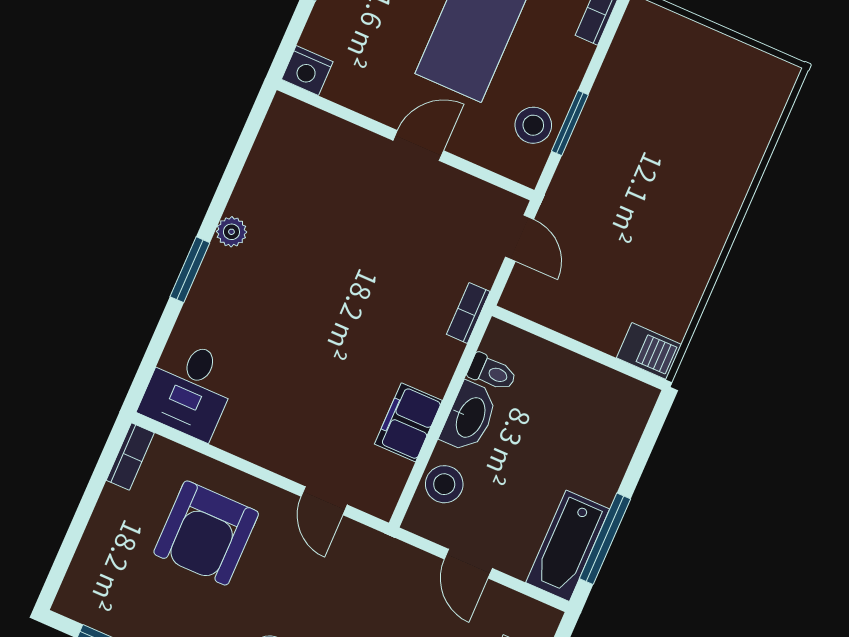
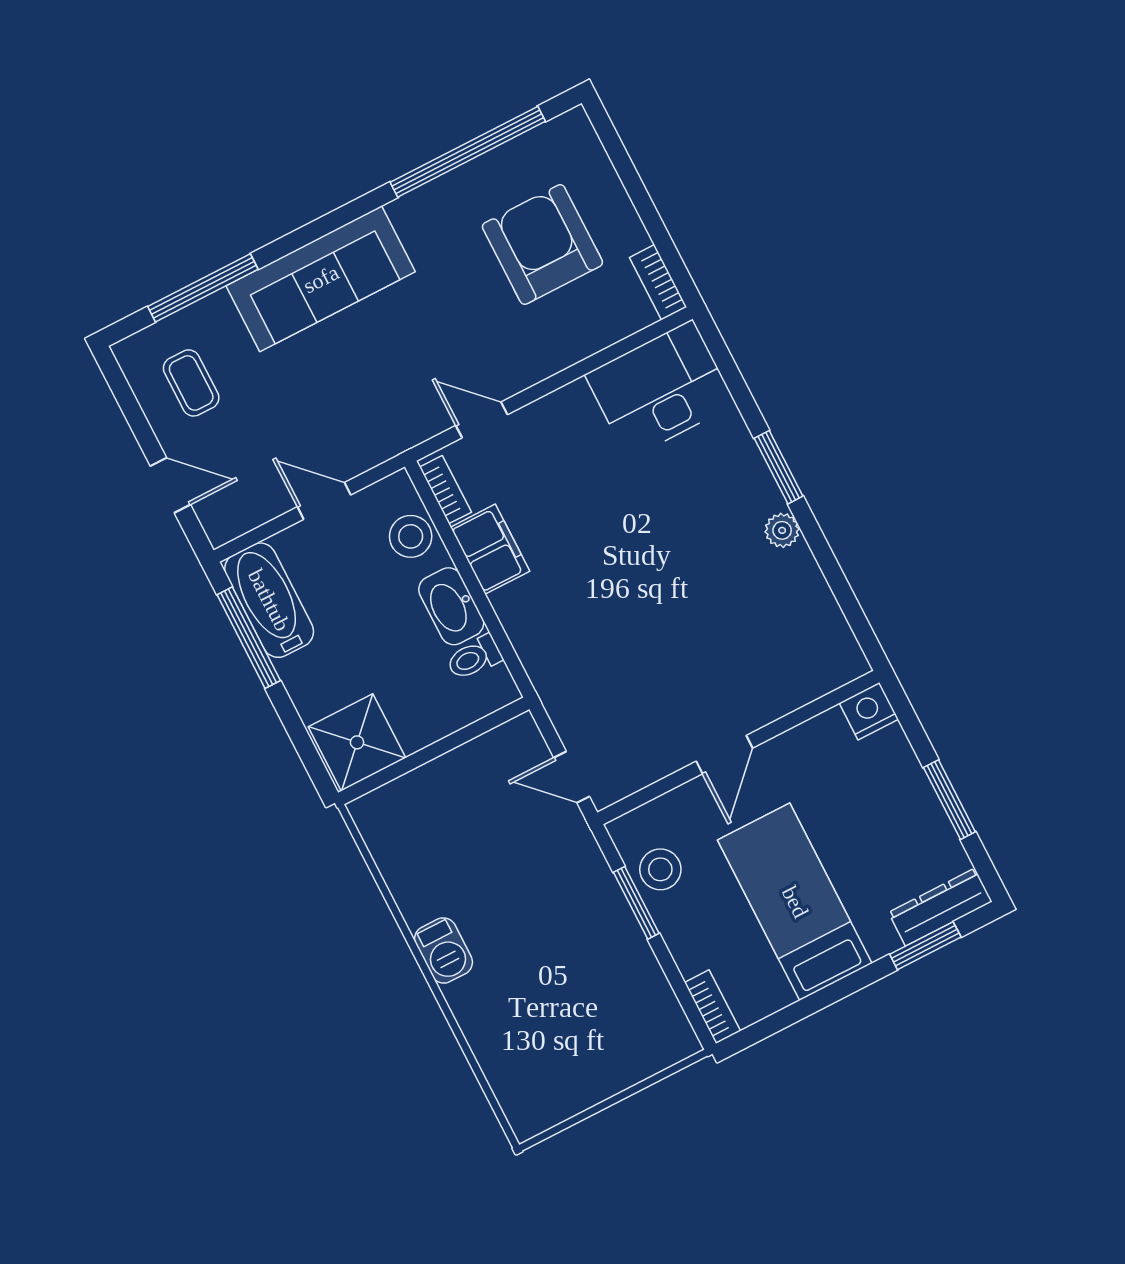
bookcase: (468, 313) -> (445, 490), moved
barbecue: (649, 351) -> (444, 950), moved, turned -90
desk: (189, 389) -> (660, 389), width x1.37
shower: (616, 405) -> (357, 742), added
armchair: (206, 533) -> (542, 244), moved

